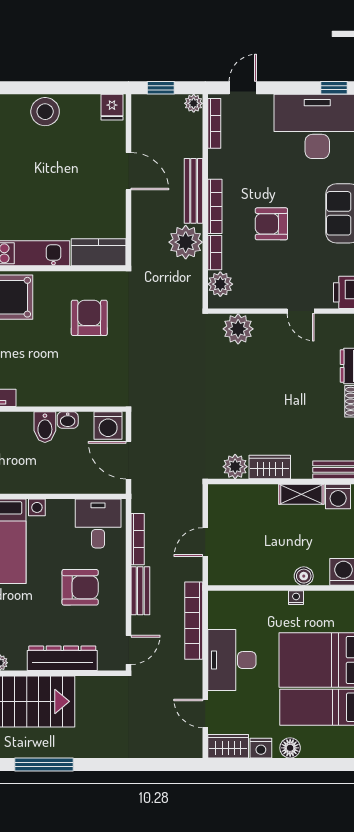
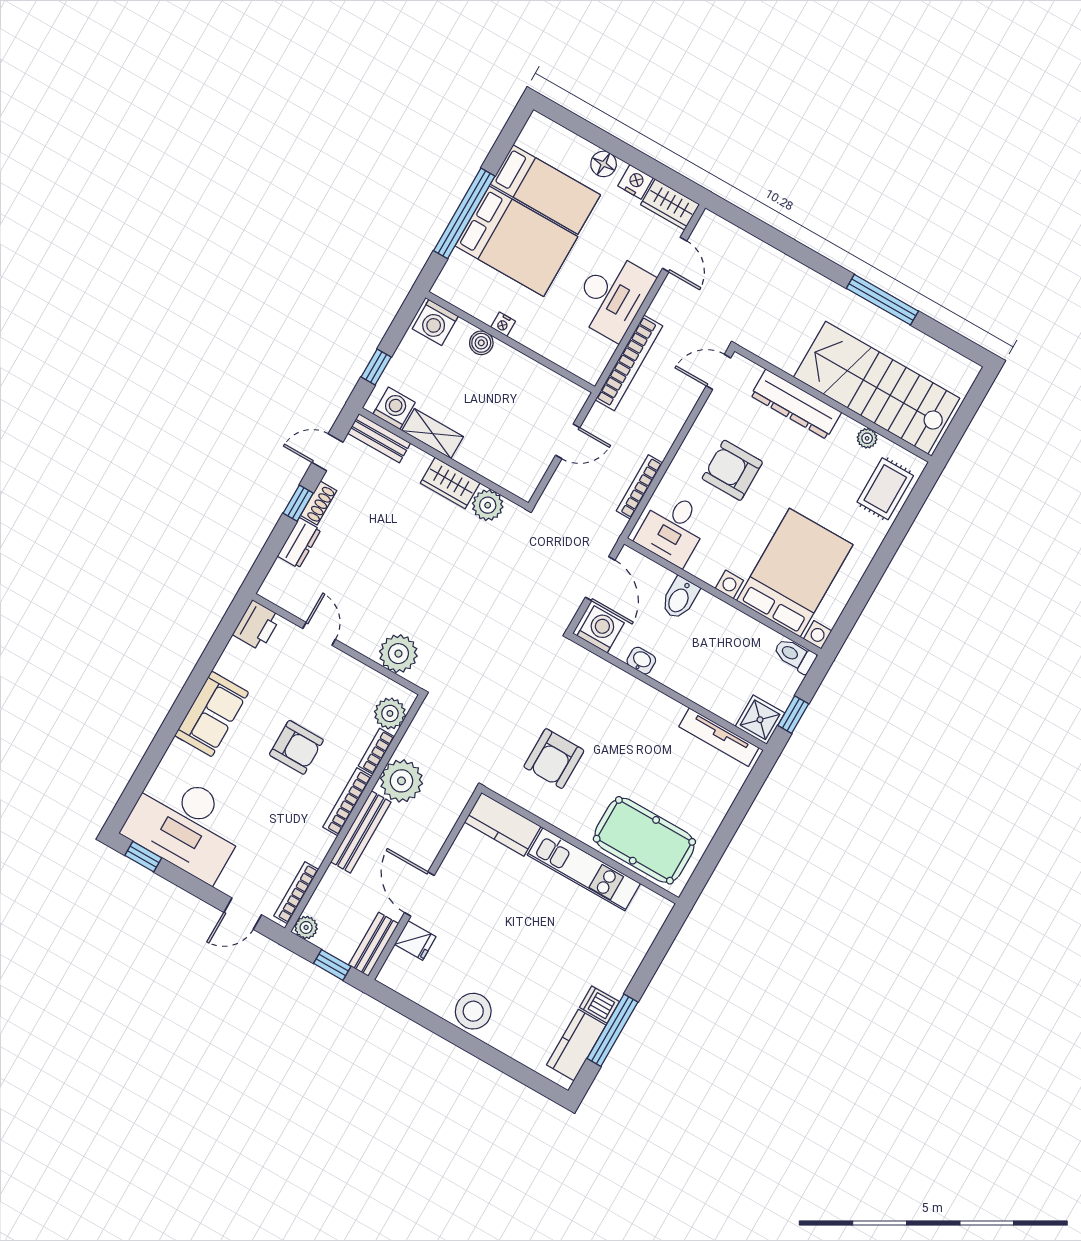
fridge: (112, 107) -> (415, 941), moved, turned 90
bidet: (45, 427) -> (680, 598), moved, turned 180
bench: (140, 591) -> (374, 944), moved

